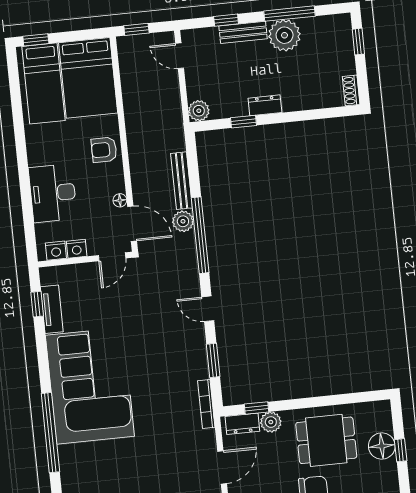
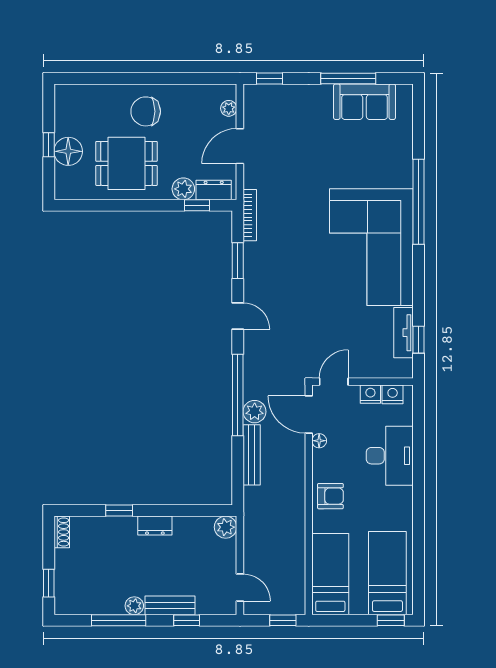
plant: (285, 35) -> (134, 606), width x0.53, depth x0.53
bed: (88, 78) -> (330, 574), width x0.67
window: (244, 122) -> (119, 511), moved

